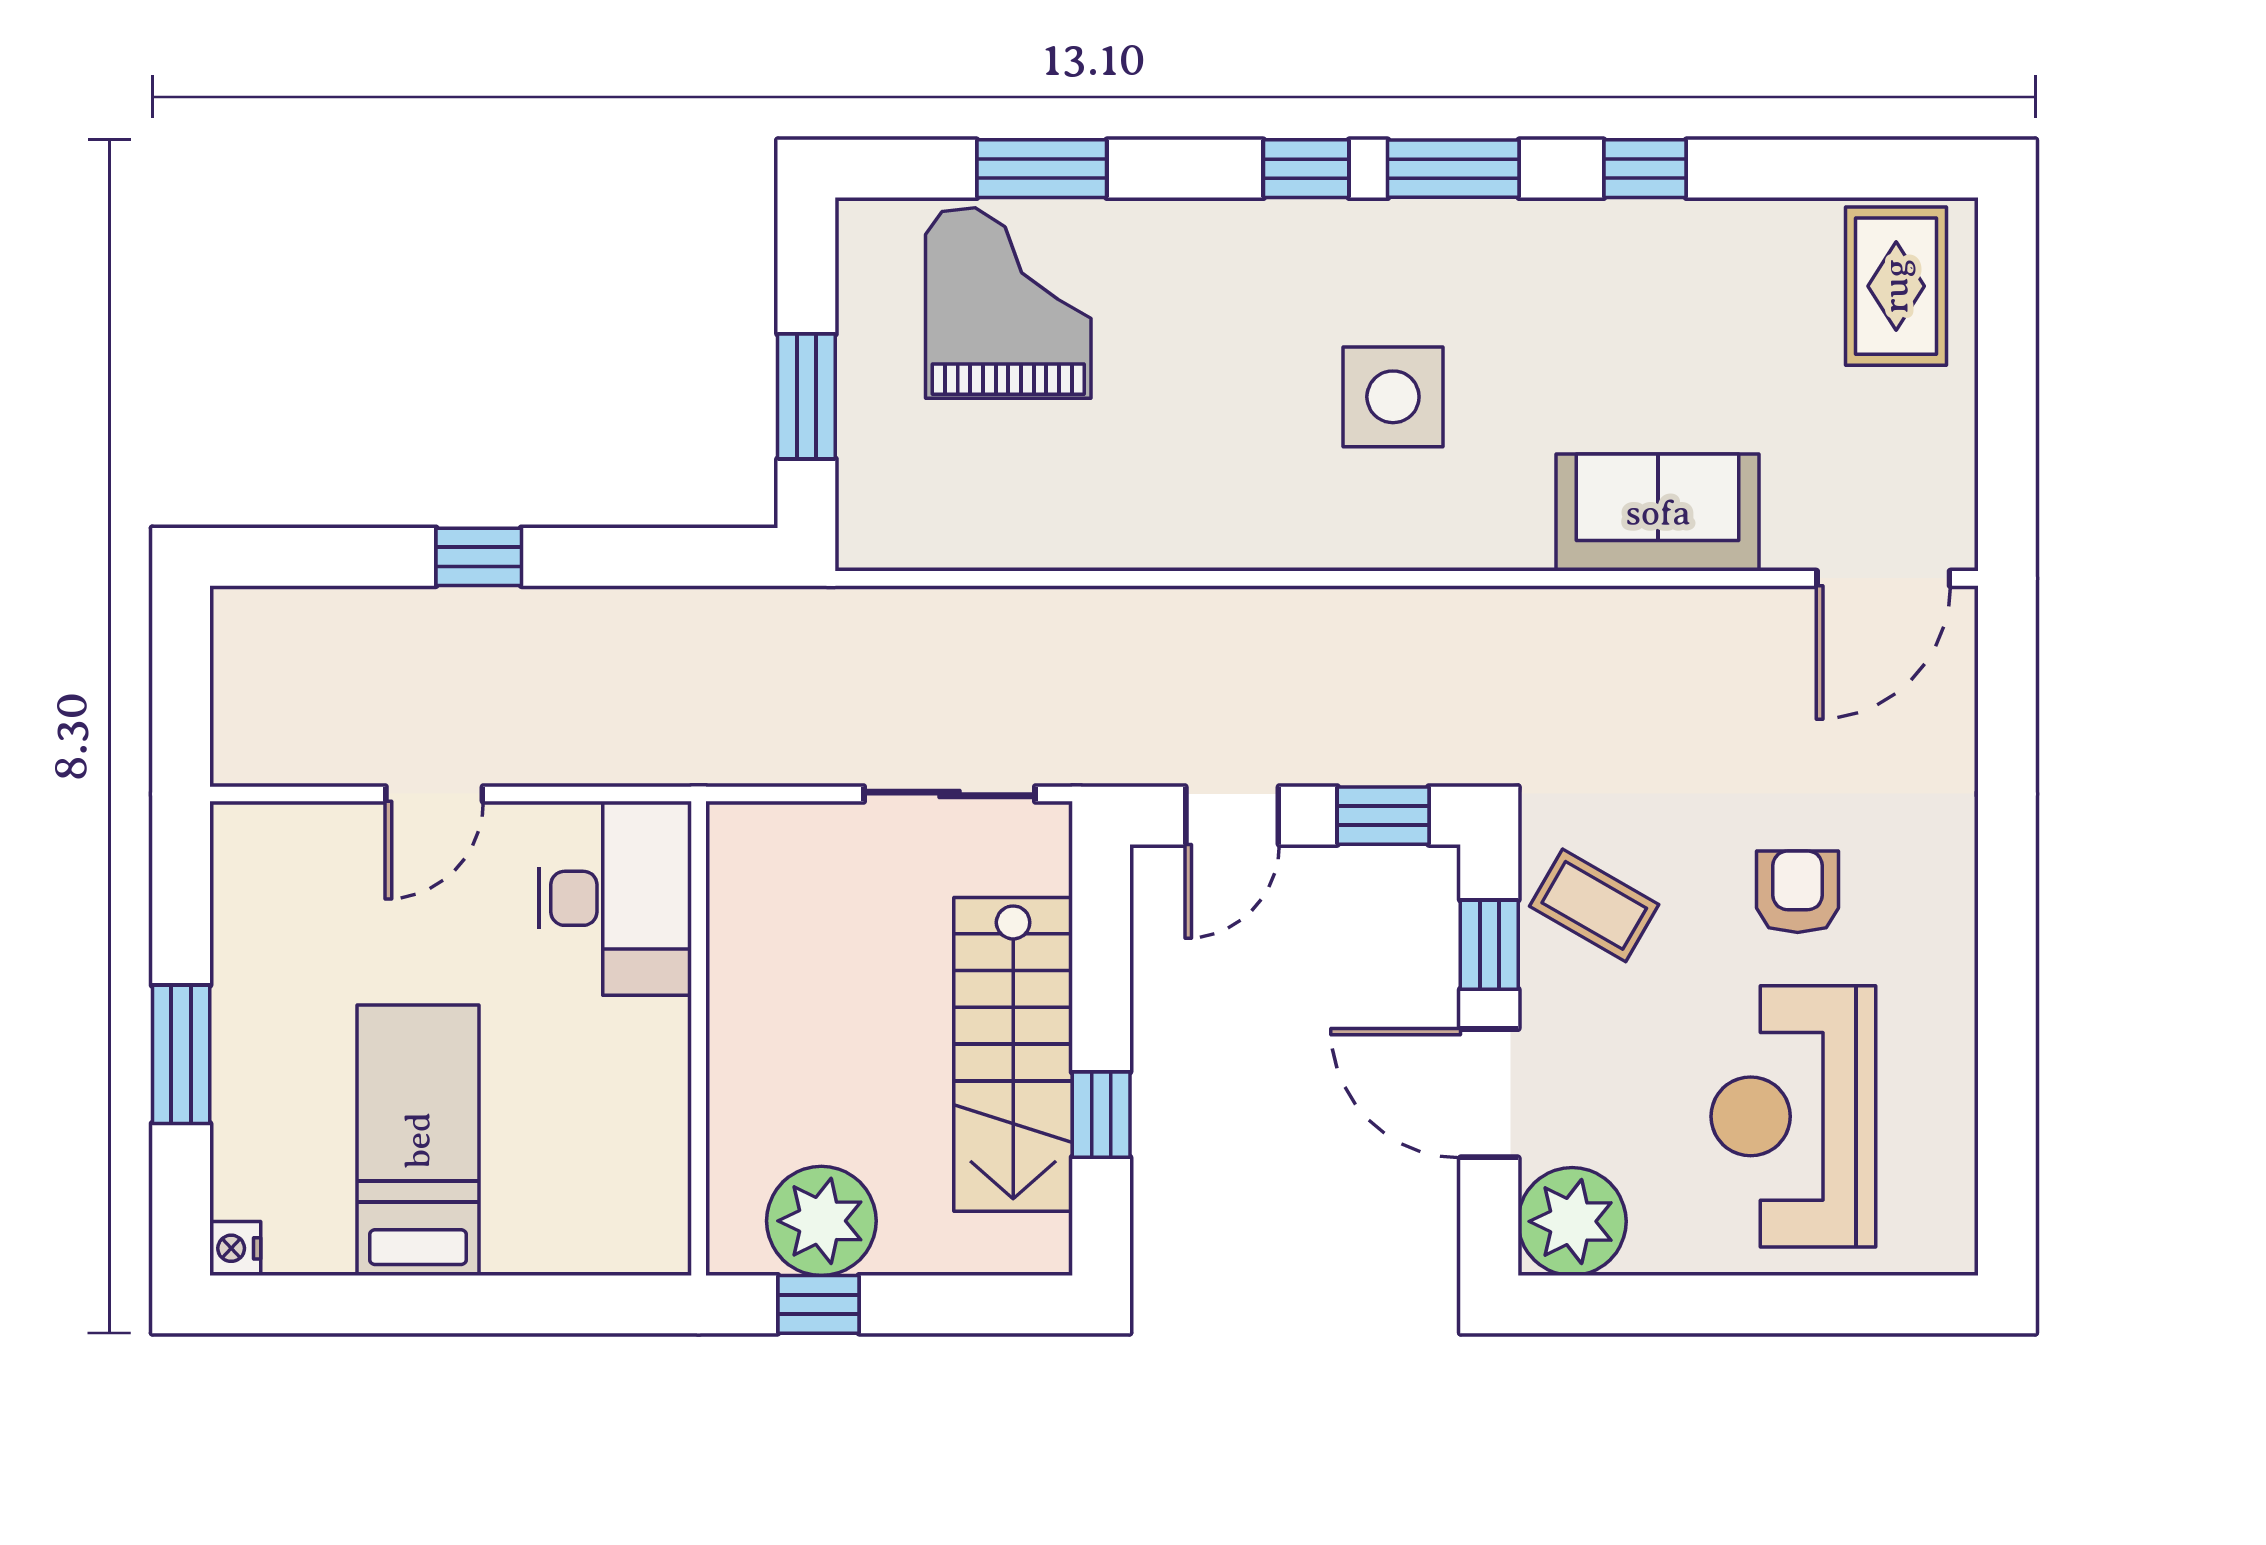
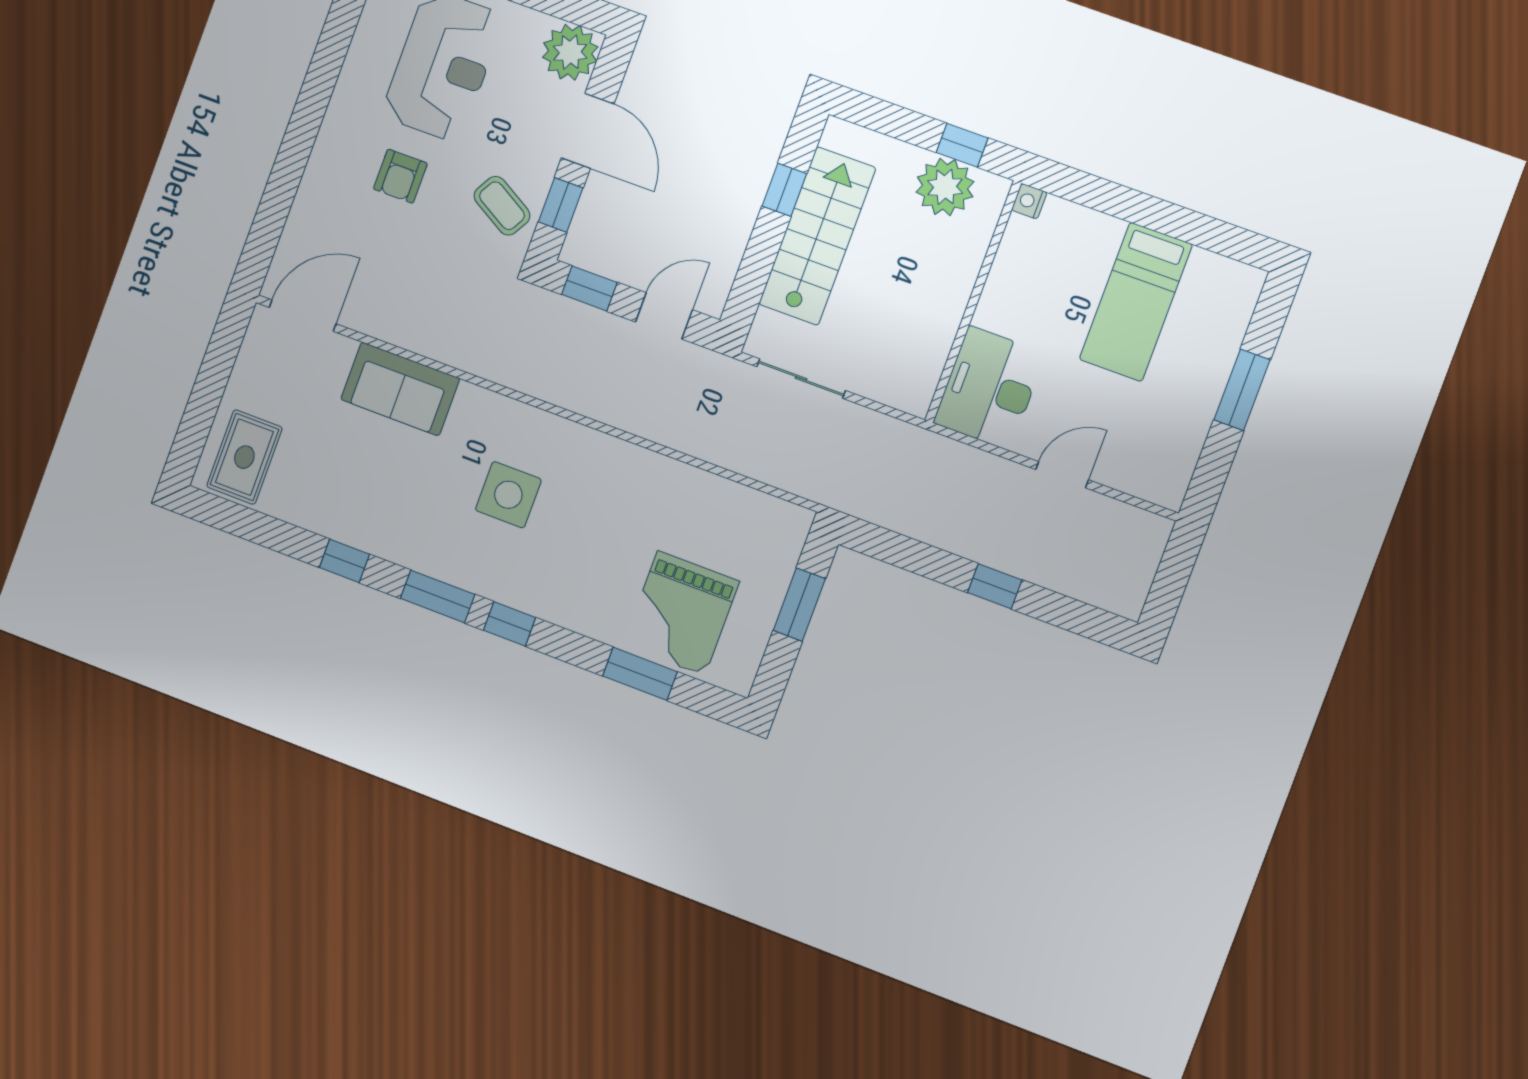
nightstand: (235, 1248) -> (1029, 201), moved, turned 180

